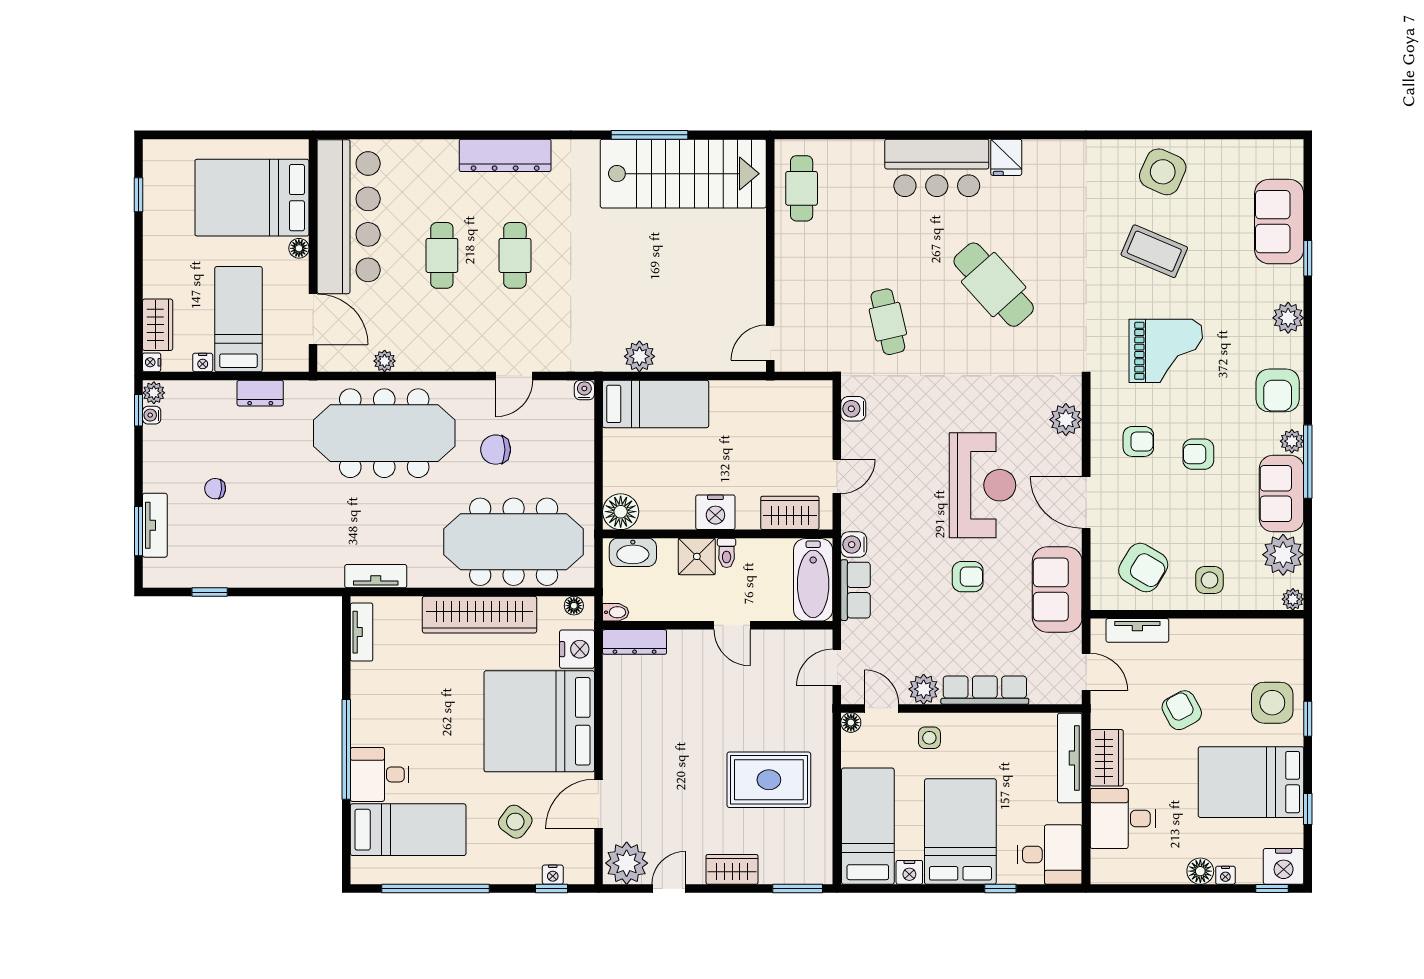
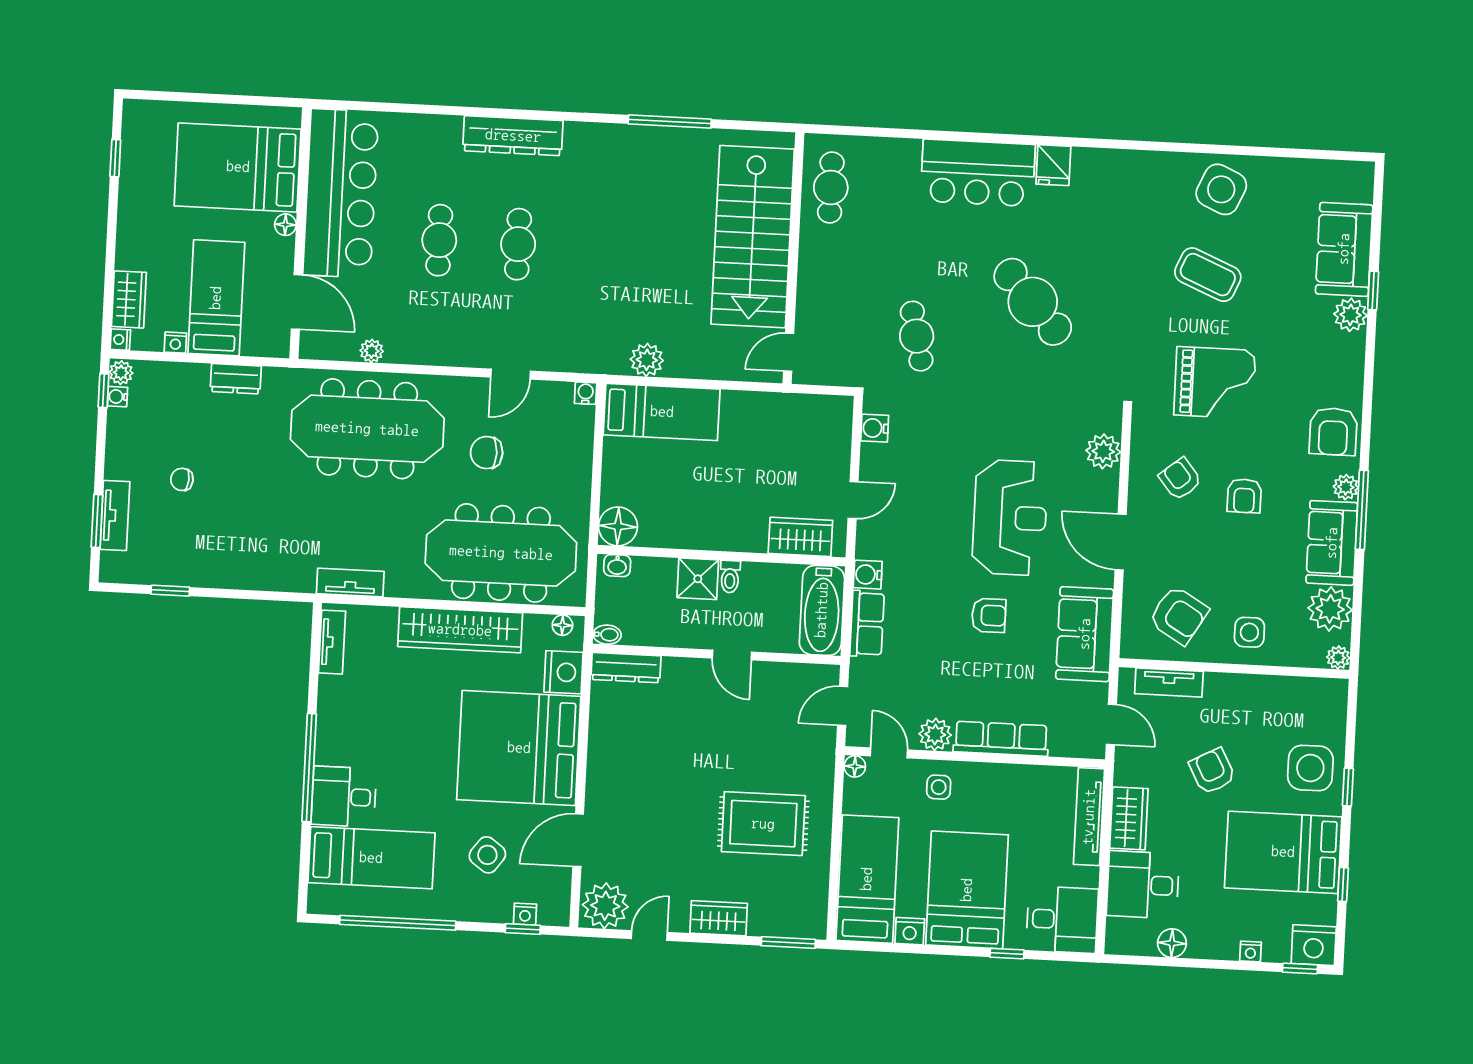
stairs: (683, 174) -> (753, 237), moved, turned 90
plant: (1288, 318) -> (1351, 315), moved
armchair: (1138, 441) -> (1180, 479), turned -129
armchair: (1198, 454) -> (1244, 496), turned -90
nightstand: (715, 512) -> (720, 532), removed
washbasin: (633, 552) -> (617, 566), width x0.52, depth x0.69
floor lamp: (1200, 871) -> (1172, 943), moved

